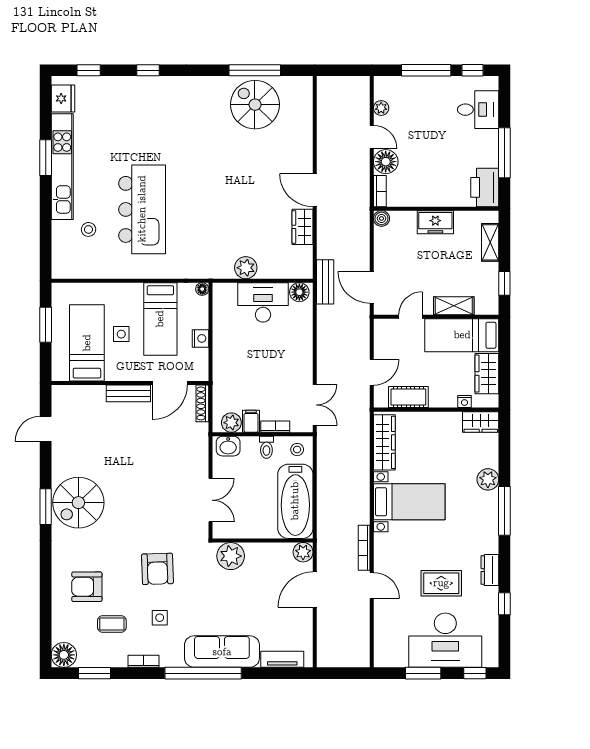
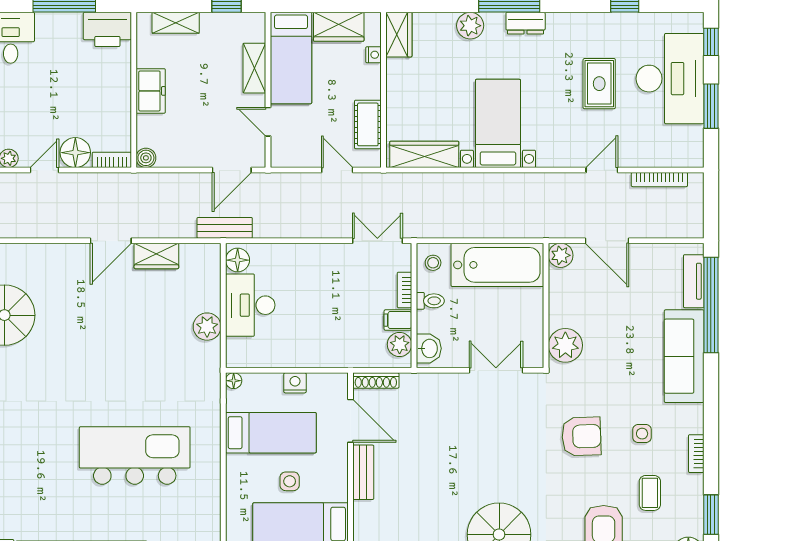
stool: (89, 229) -> (160, 522), removed
bookcase: (364, 548) -> (659, 180), moved
dresser: (490, 570) -> (526, 23), moved
window: (203, 673) -> (711, 305), moved

